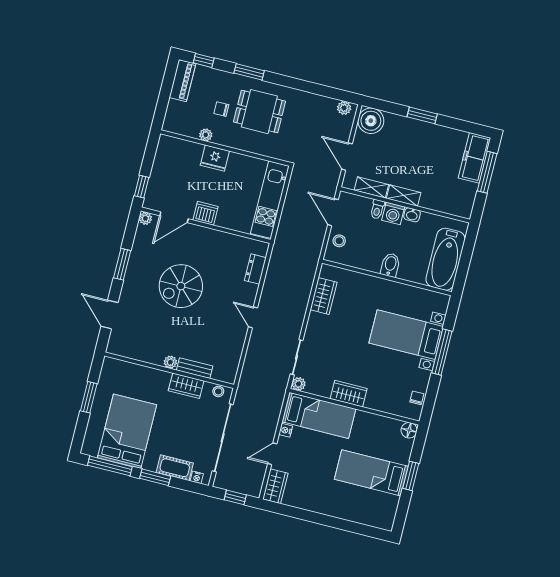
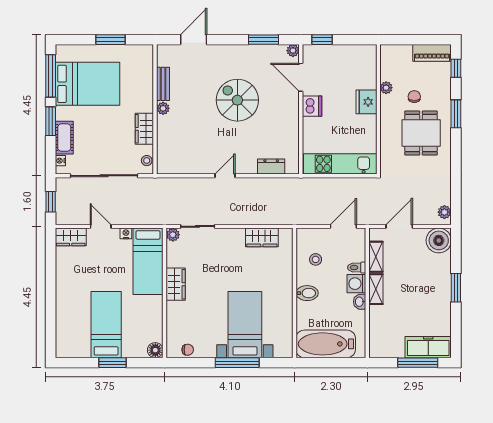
stool: (339, 241) -> (316, 259), moved
window: (122, 264) -> (264, 40), moved
bench: (195, 368) -> (163, 84), moved

